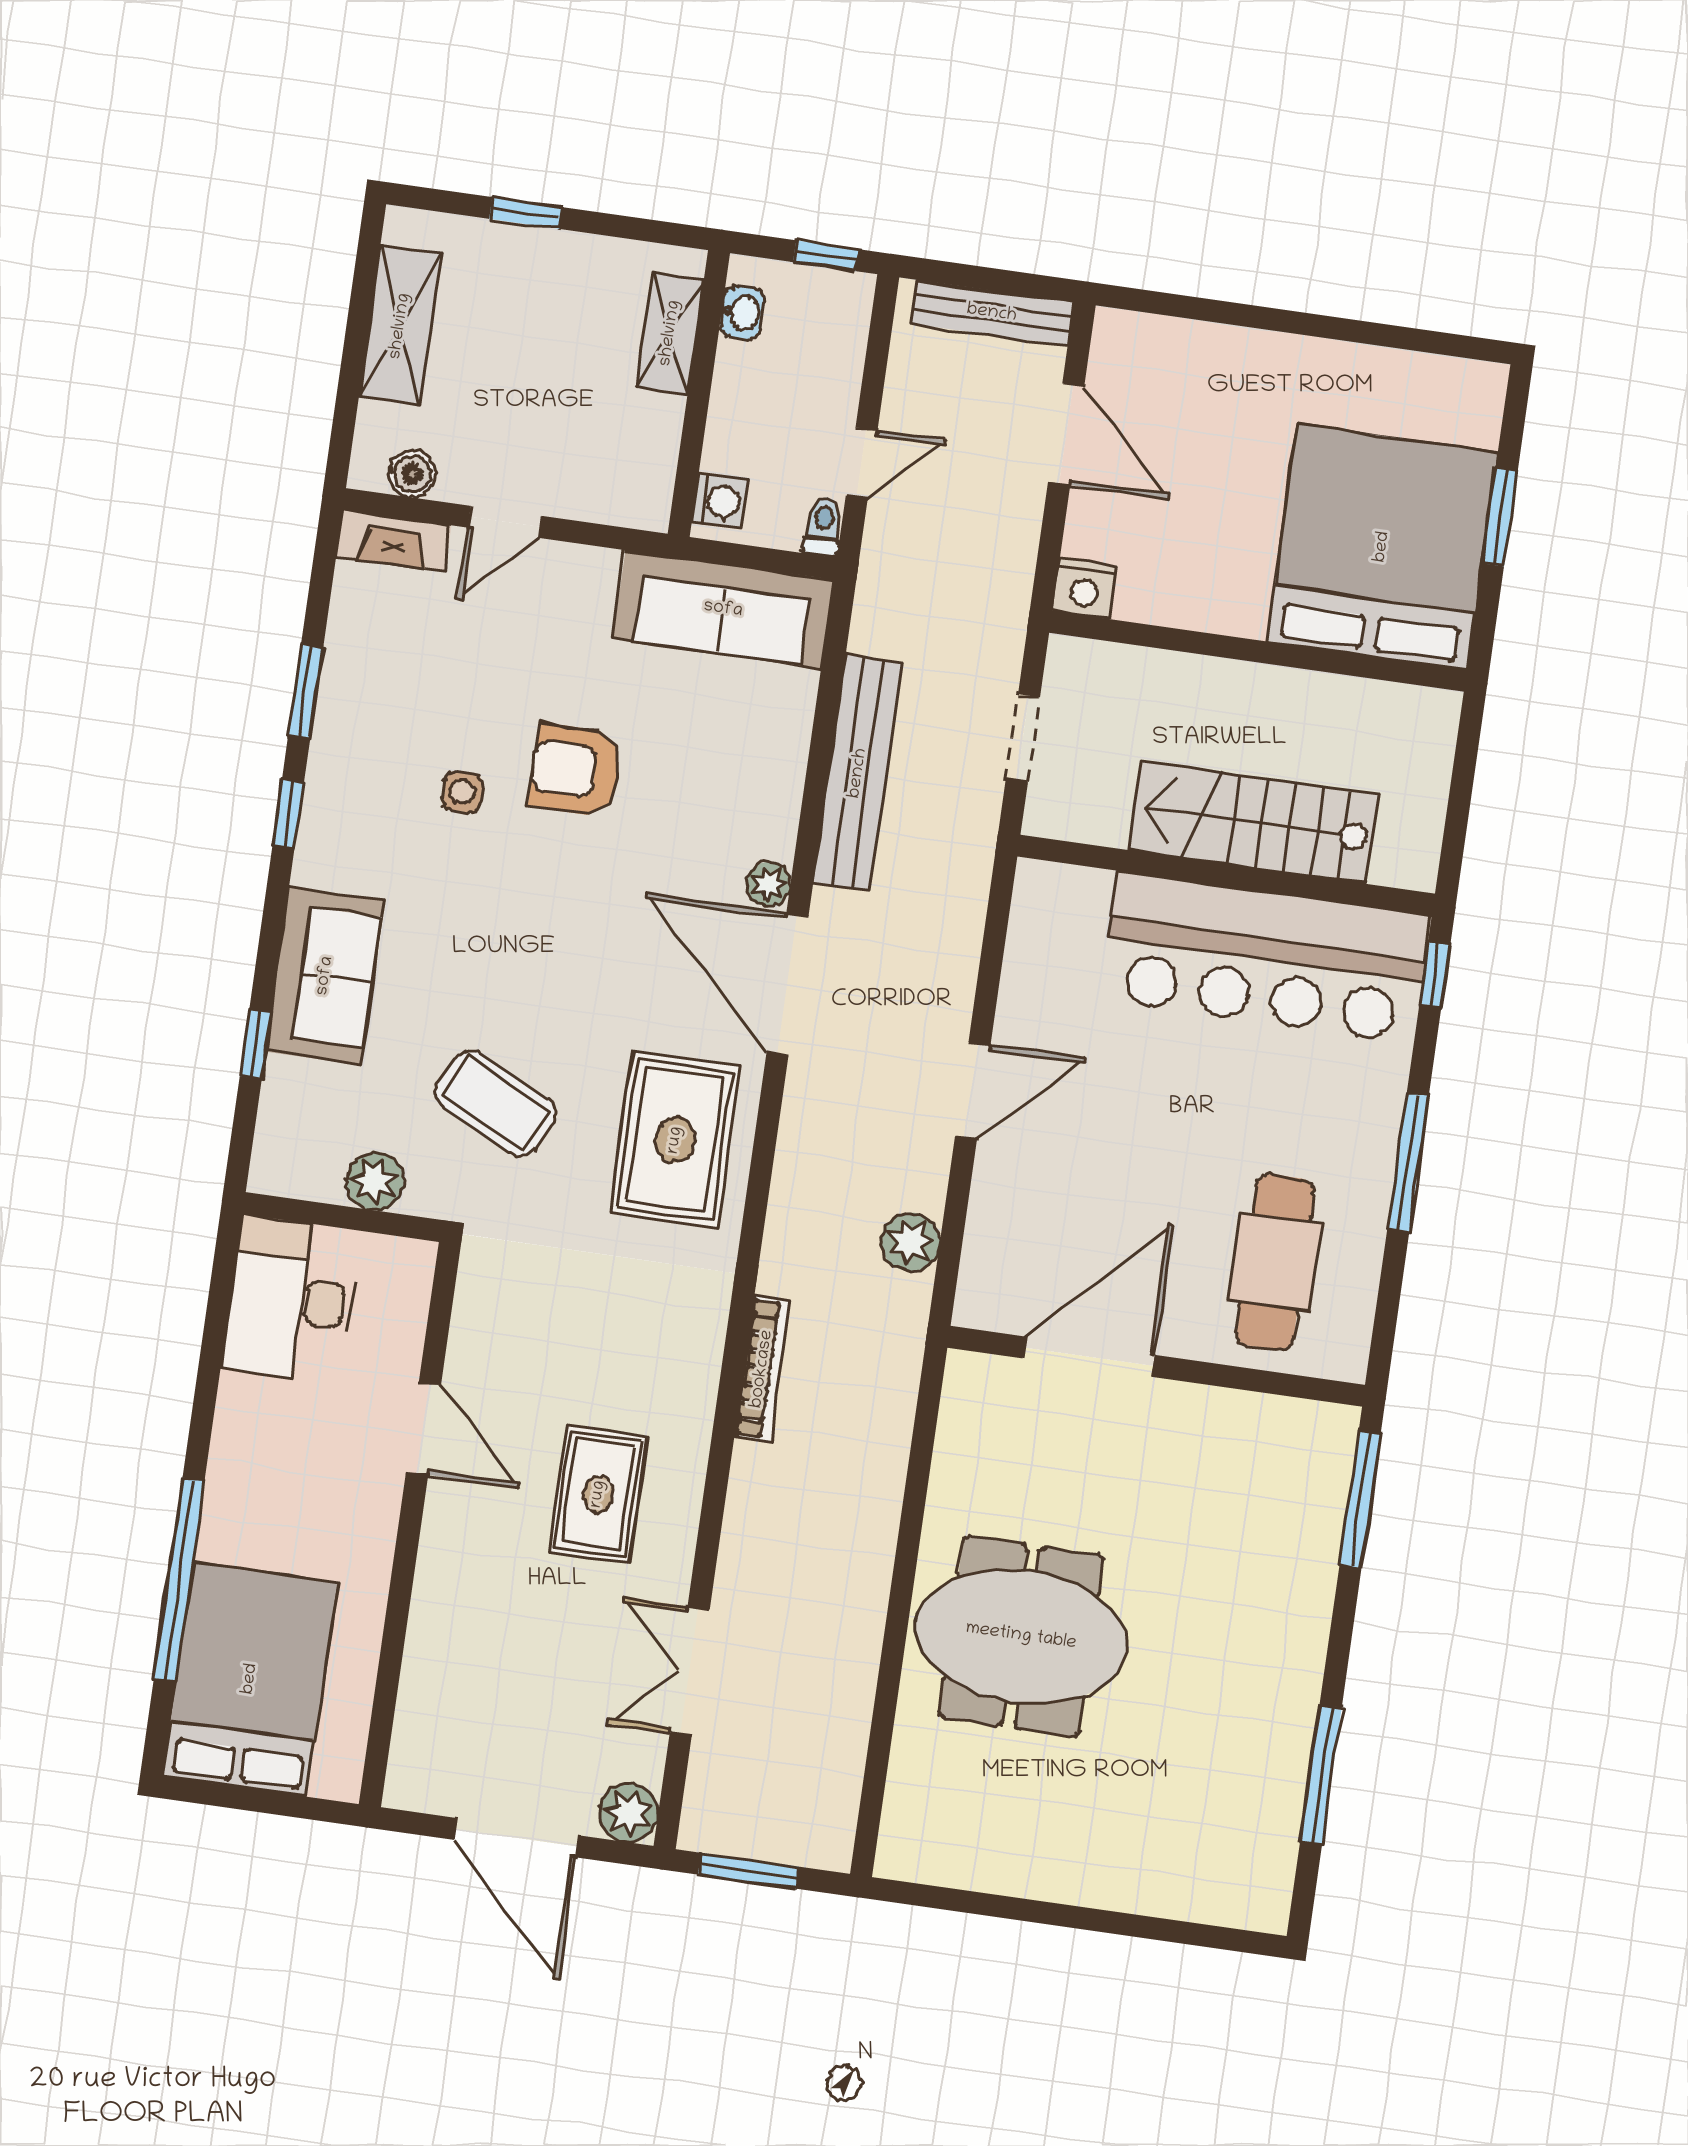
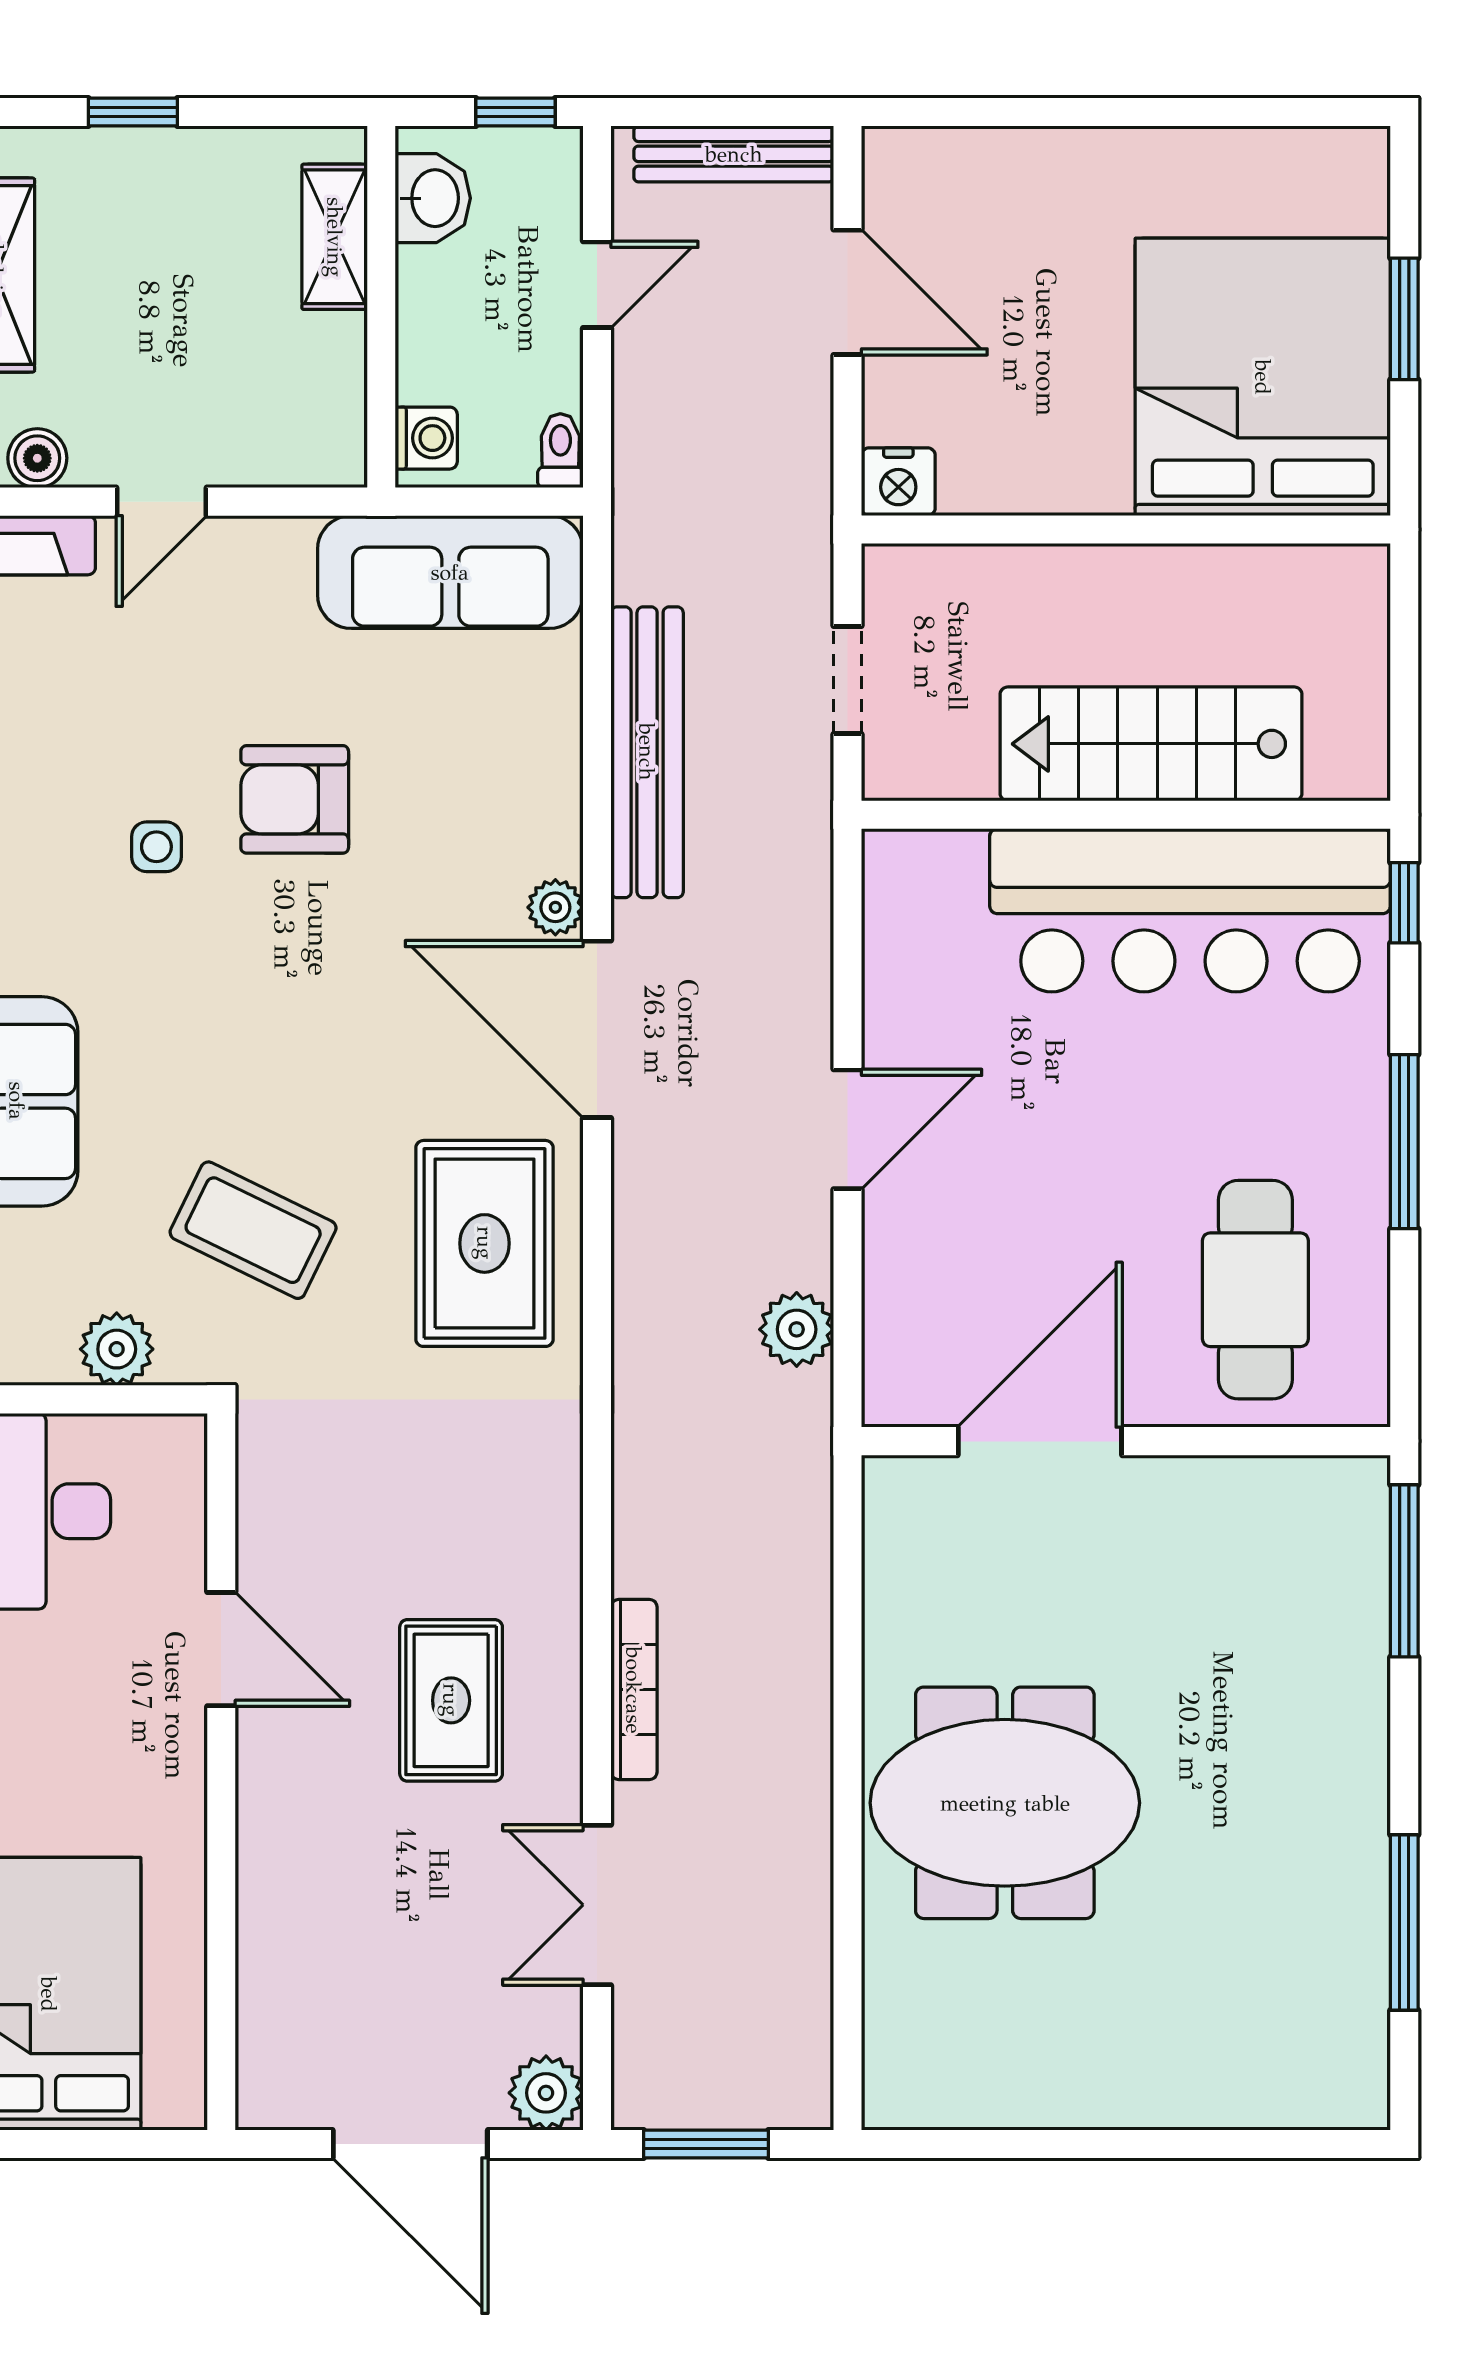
washbasin: (742, 313) -> (433, 198), width x1.38, depth x1.45
door: (862, 463) -> (597, 285), moved
bookcase: (762, 1369) -> (634, 1690), moved

